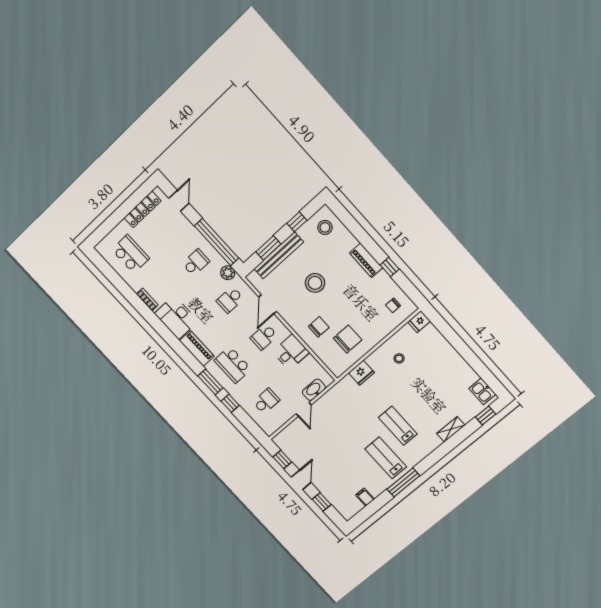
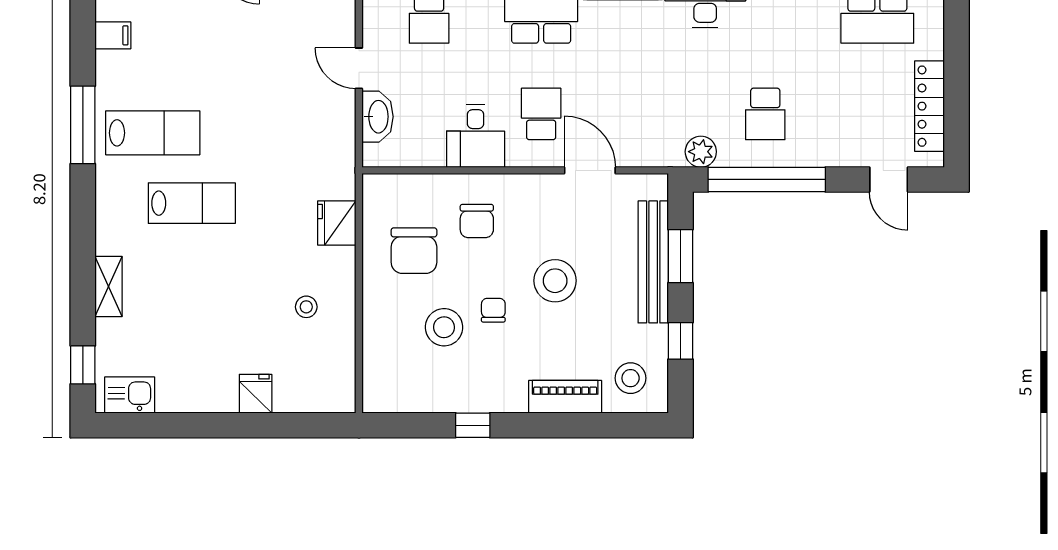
piano: (366, 260) -> (565, 397), moved
school desk: (230, 300) -> (653, 114), removed
chair: (393, 305) -> (493, 310), moved
stool: (365, 306) -> (444, 327), added
fridge: (419, 322) -> (256, 394), moved

